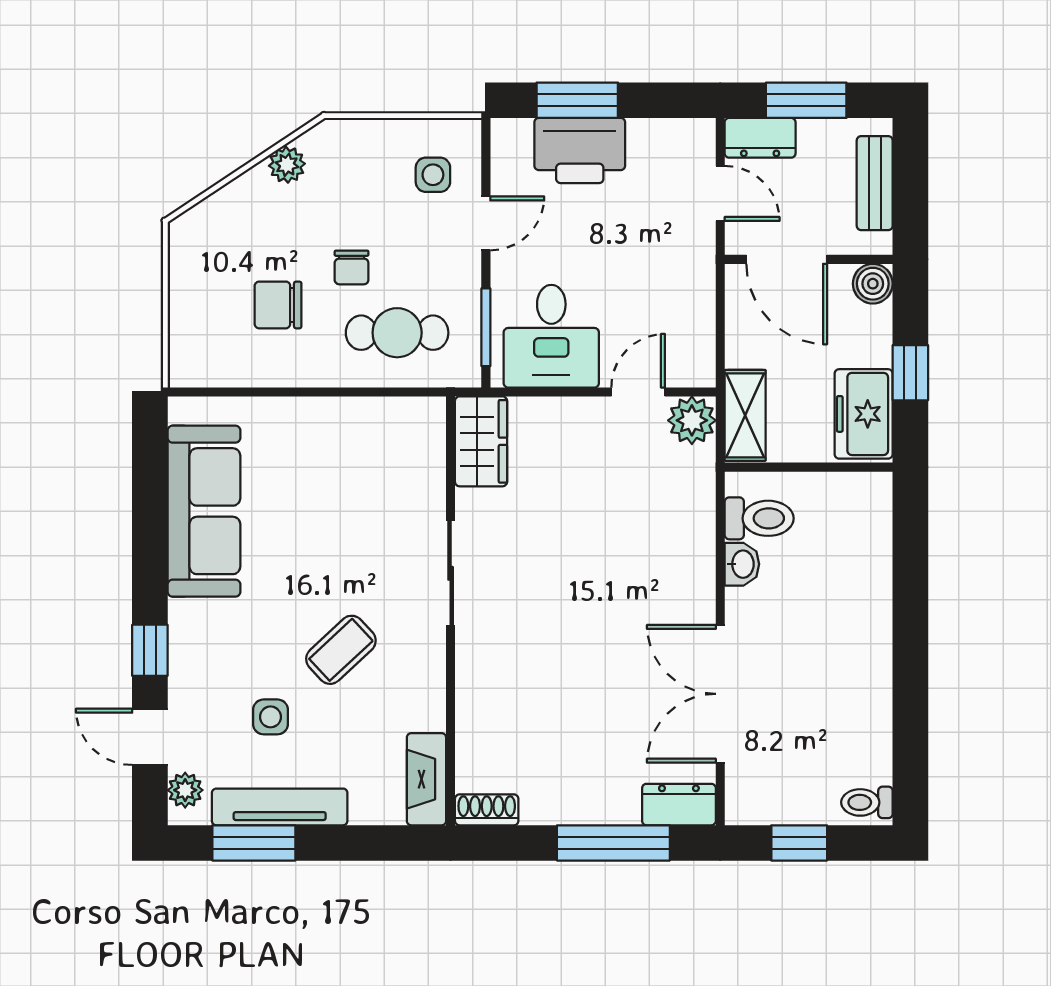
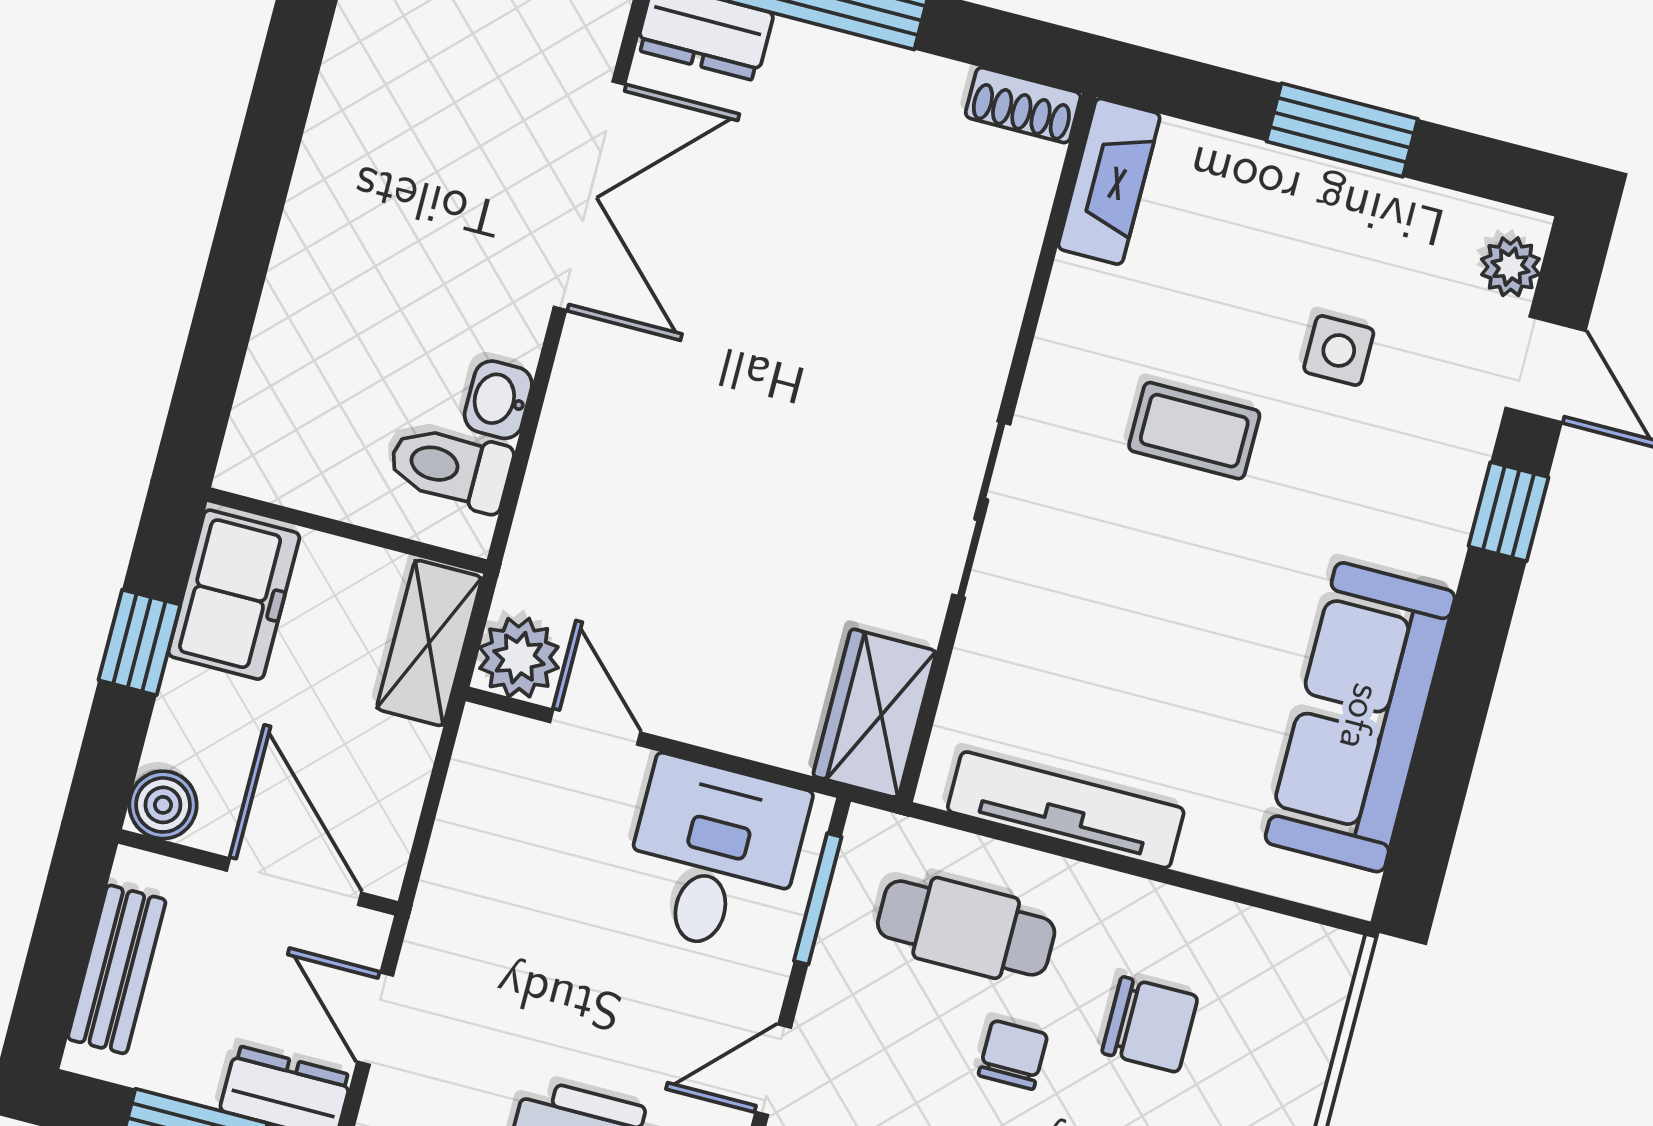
door: (638, 392) -> (595, 727), swing flipped
coffee table: (341, 650) -> (1194, 431), turned 43
tv unit: (280, 807) -> (1066, 810), moved, turned 180
window: (254, 843) -> (1342, 130), moved

